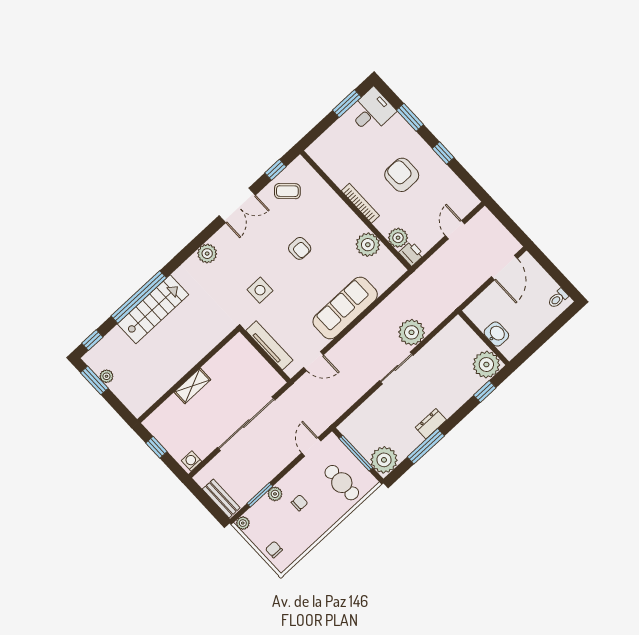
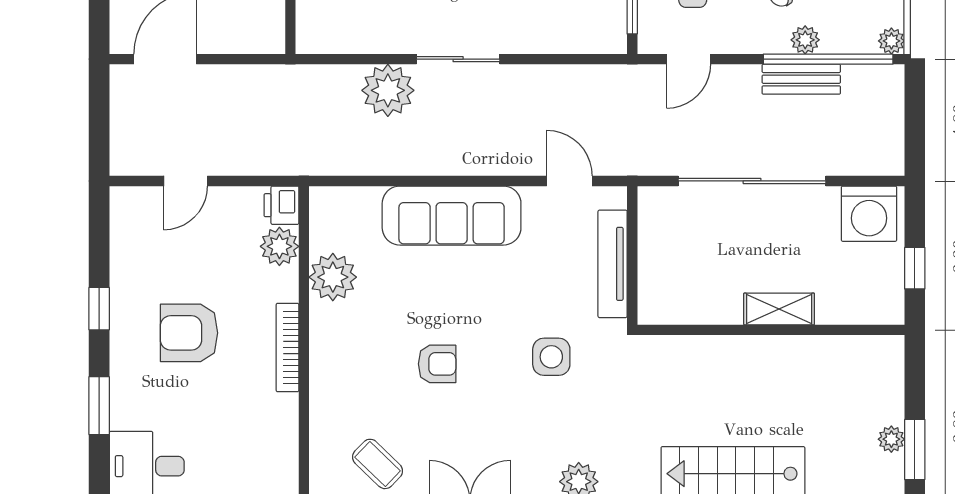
armchair: (402, 175) -> (189, 333), turned 90
armchair: (300, 248) -> (437, 364), turned 90
washing machine: (192, 461) -> (869, 214), width x1.89, depth x1.89
window: (260, 495) -> (828, 59), width x2.11
bench: (221, 498) -> (801, 79), moved, turned 90

